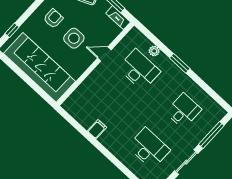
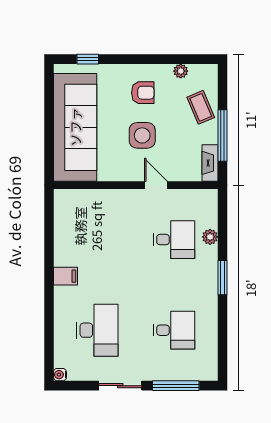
desk: (139, 70) -> (174, 240), width x0.73
filing cabinet: (97, 129) -> (66, 276), moved

